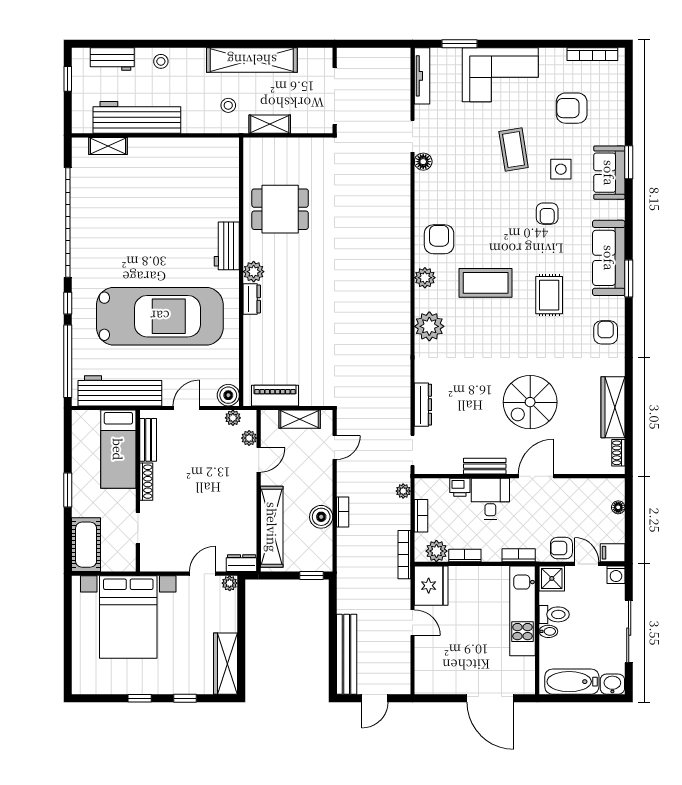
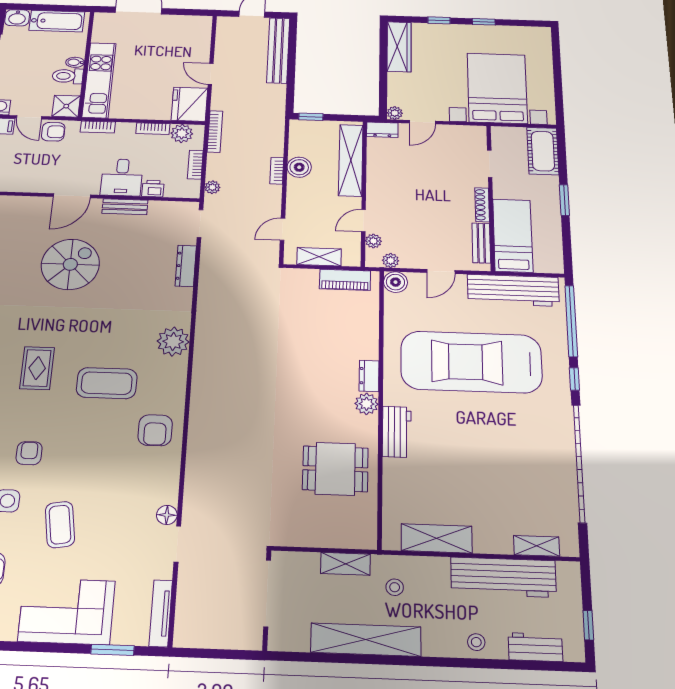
shelving: (193, 149) -> (437, 538), added
plant: (425, 278) -> (174, 391), removed

